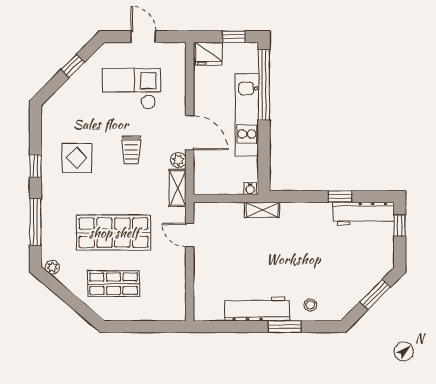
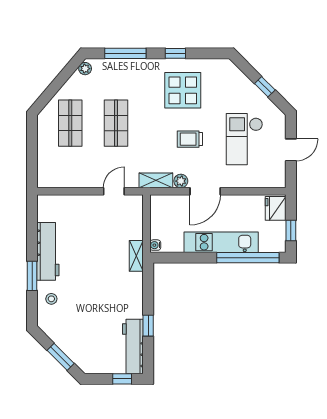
checkout: (131, 89) -> (244, 139), turned 180
display table: (77, 158) -> (183, 90), width x1.36, depth x1.36
shop shelf: (114, 233) -> (116, 123), width x0.70, depth x0.74

